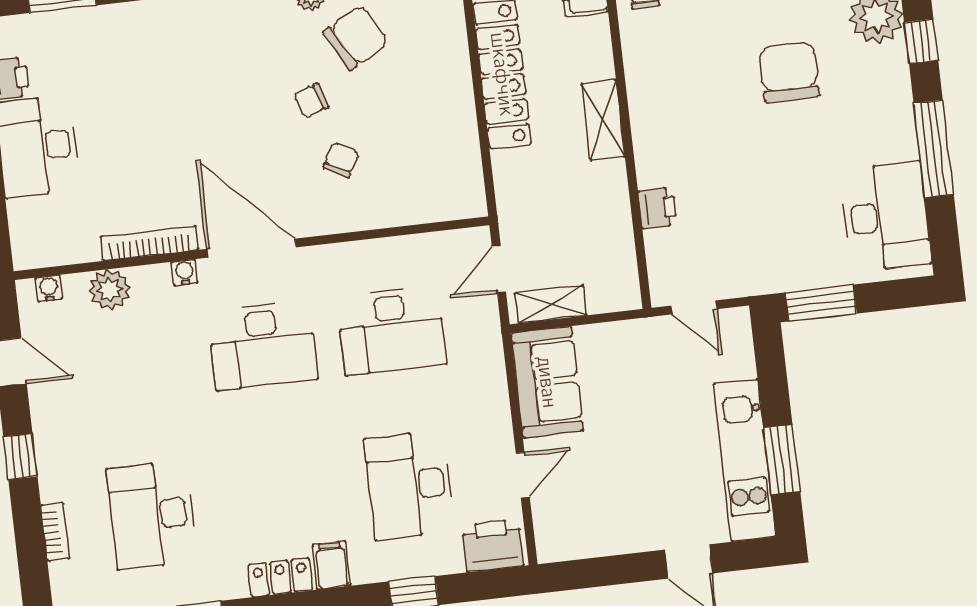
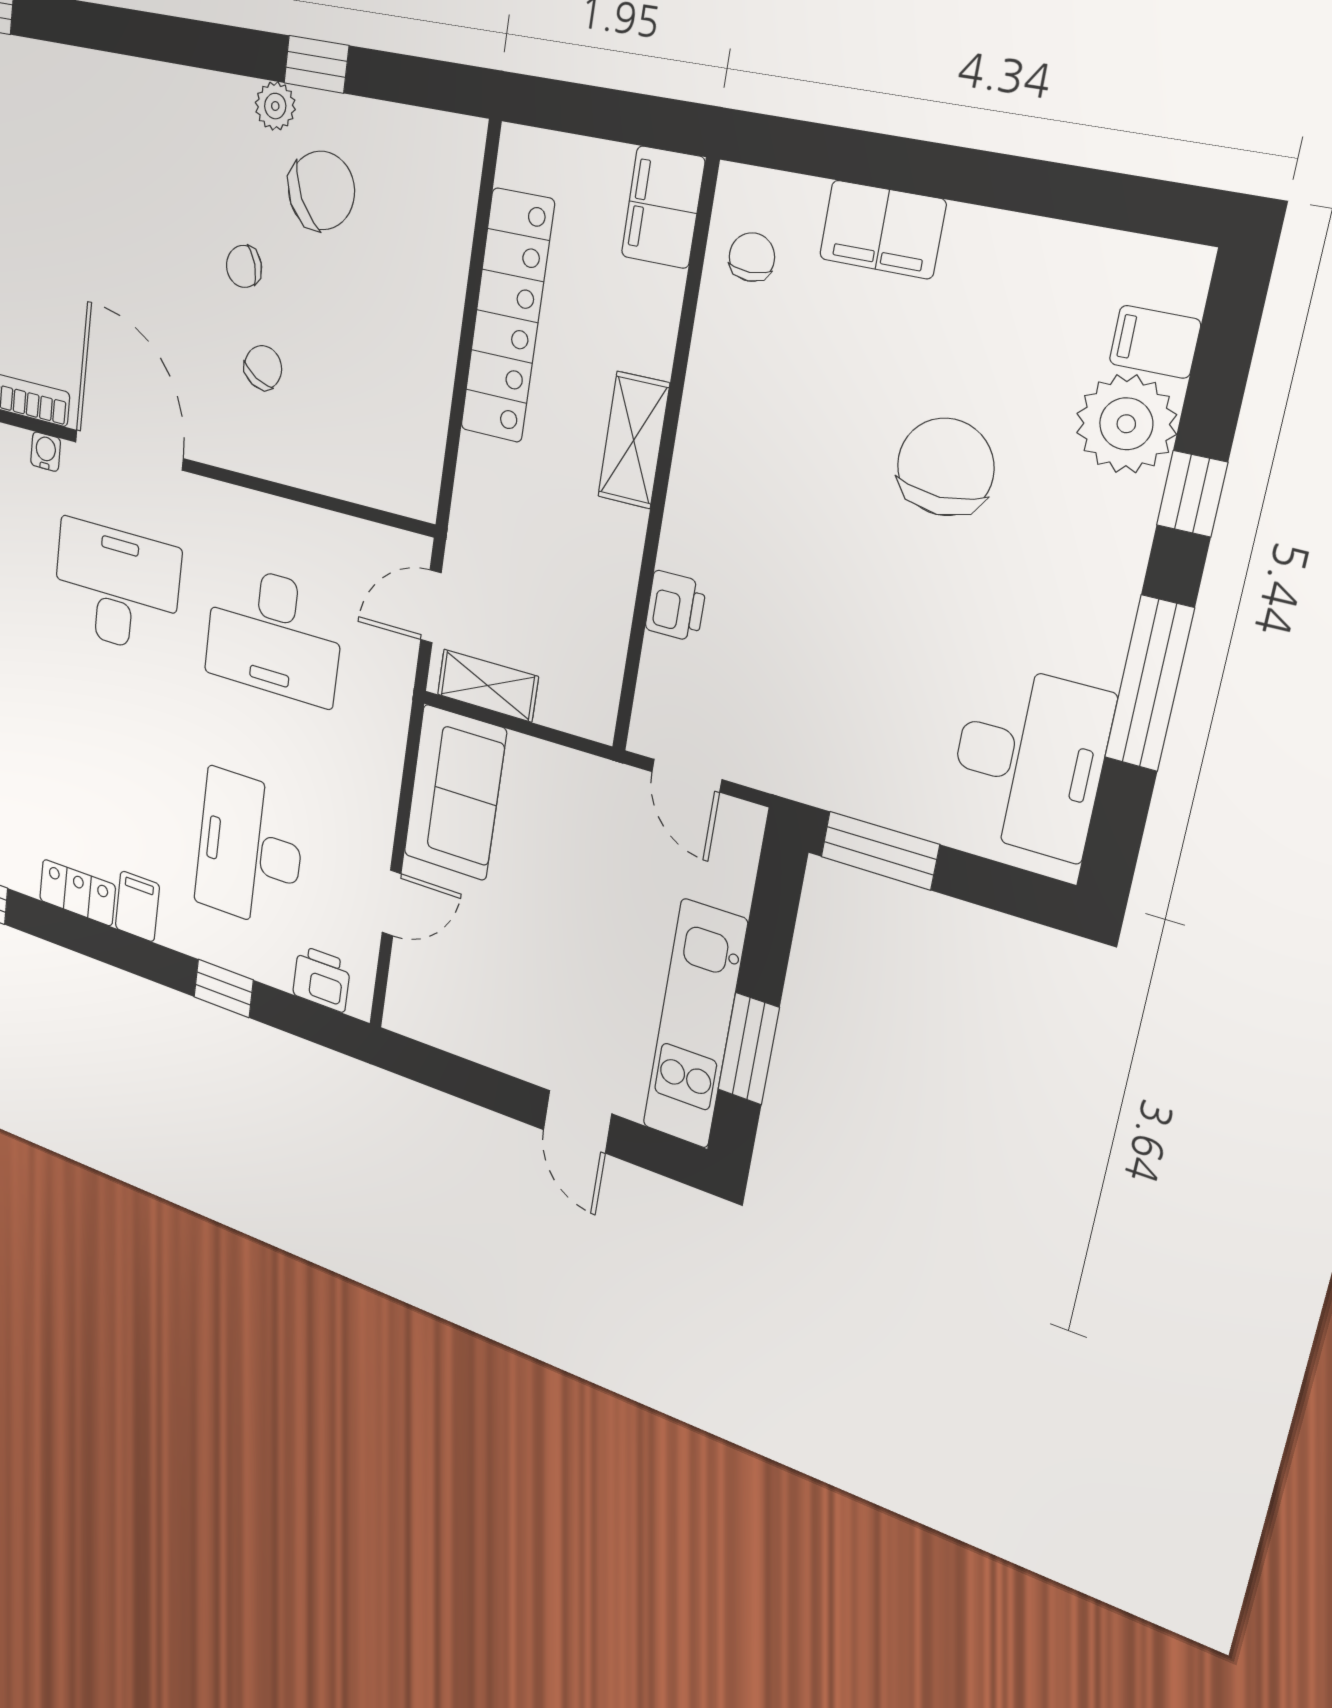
desk: (263, 345) -> (116, 587), turned 180
printer: (493, 546) -> (322, 979), width x0.73, depth x0.81

